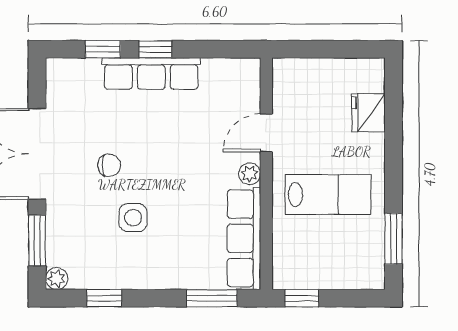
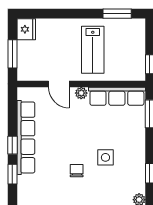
window: (320, 49) -> (12, 54), added
row of seats: (151, 74) -> (26, 137), width x1.36
fridge: (368, 113) -> (26, 29), moved, turned -90
lab bench: (328, 195) -> (93, 50), turned 180

